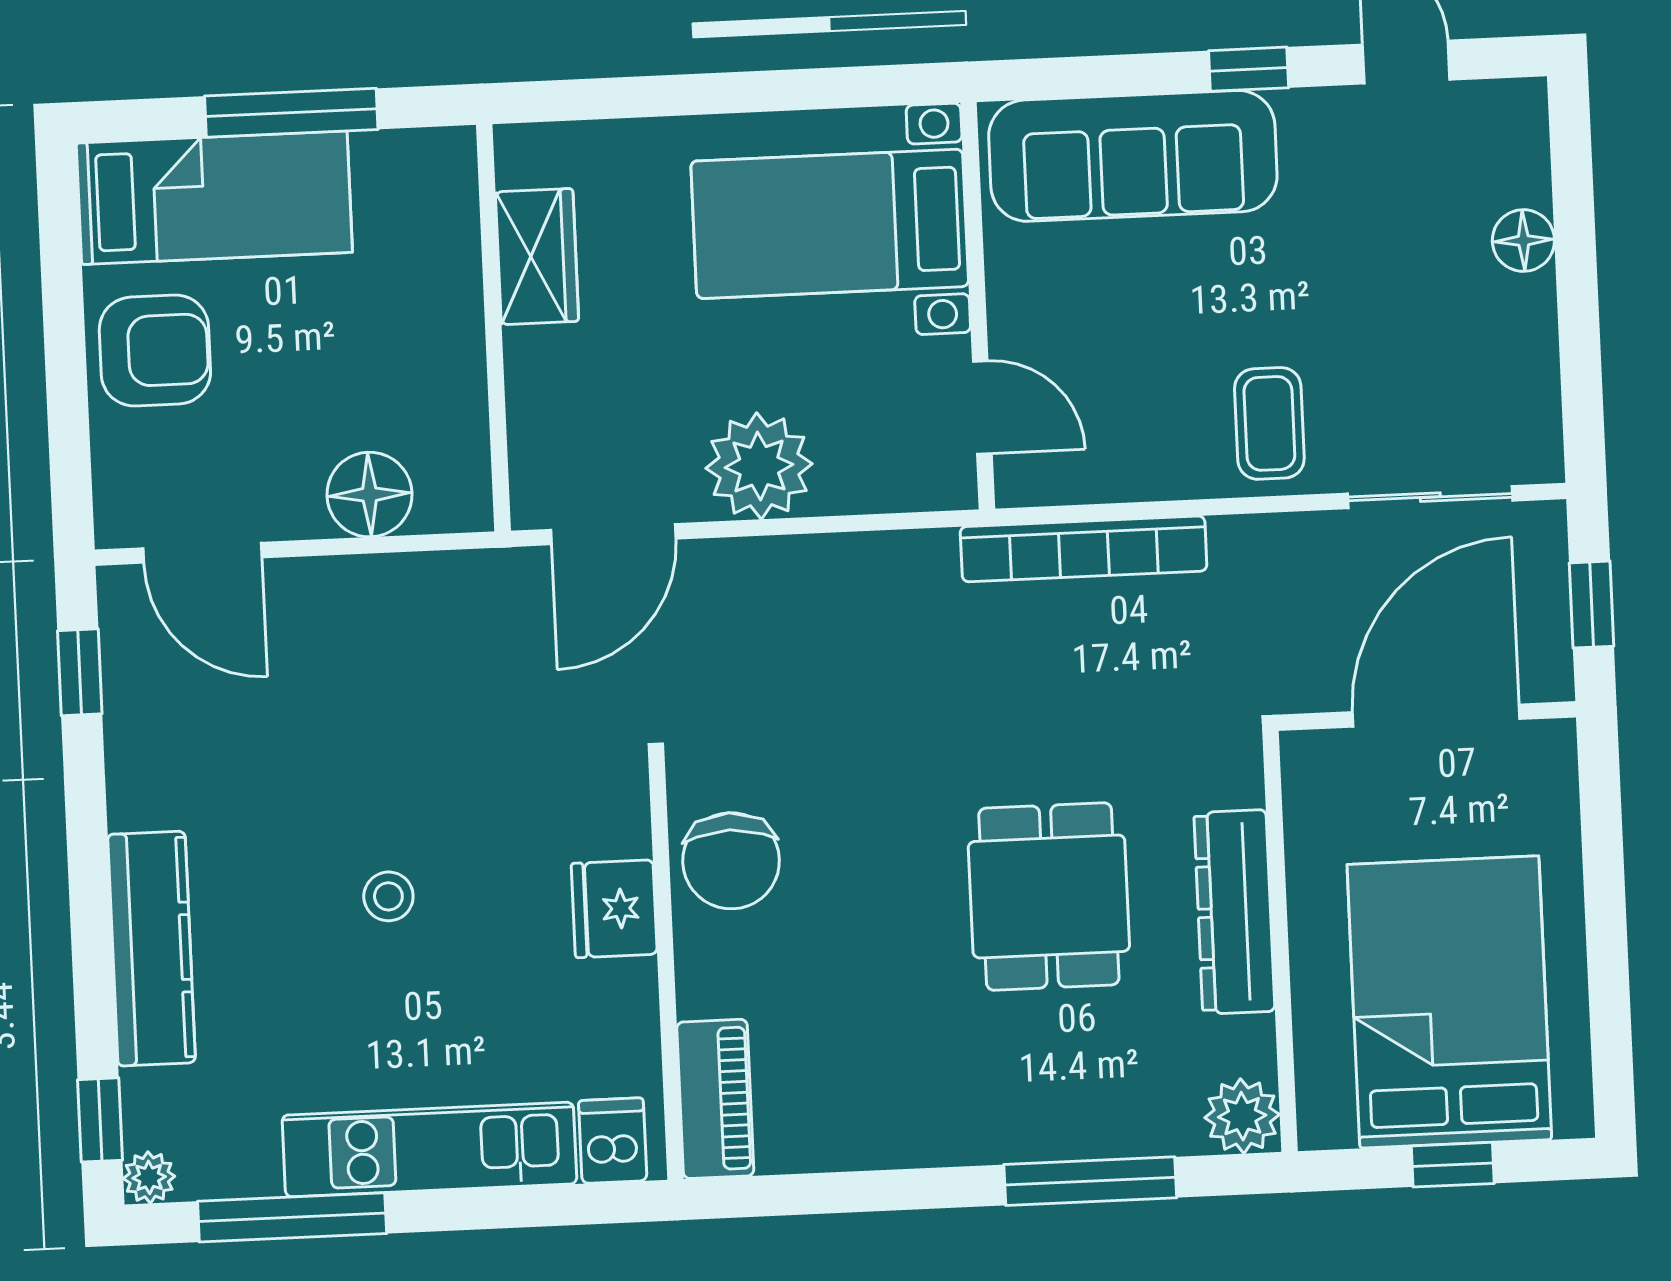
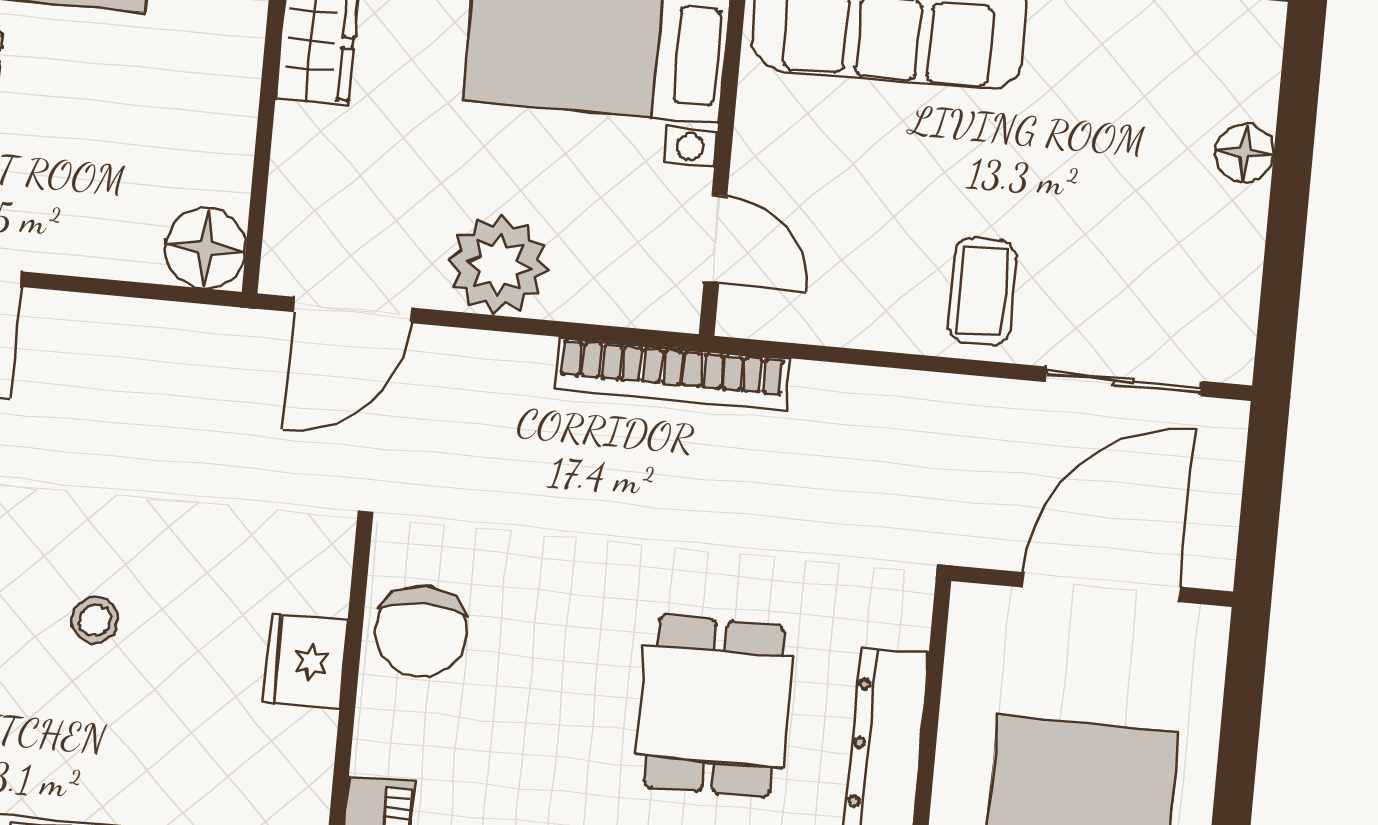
floor lamp: (369, 495) -> (205, 248), moved
bookcase: (1084, 549) -> (672, 374), moved
window: (1591, 605) -> (1261, 503), removed

